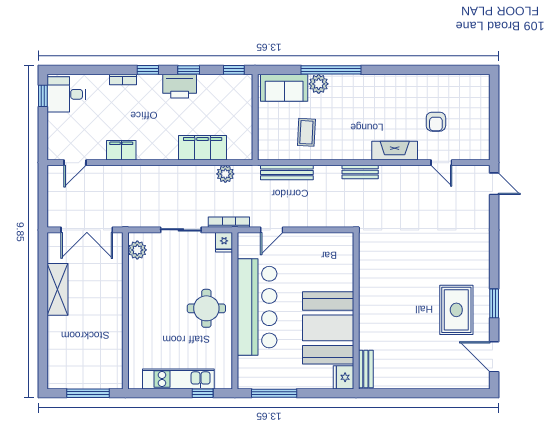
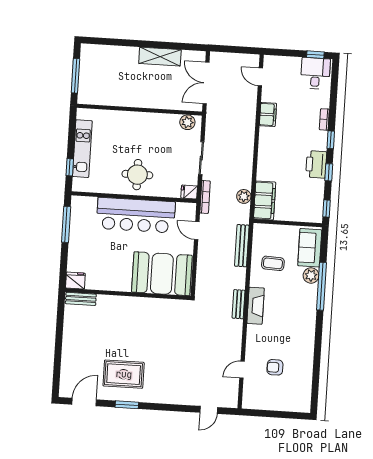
filing cabinet: (203, 148) -> (265, 200), moved
fireplace: (395, 151) -> (256, 306), moved
door: (494, 184) -> (209, 410), moved
booth: (328, 328) -> (162, 274), moved

